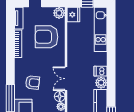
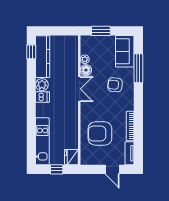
plant: (59, 13) -> (87, 159), removed
armchair: (47, 37) -> (100, 133), turned 180

